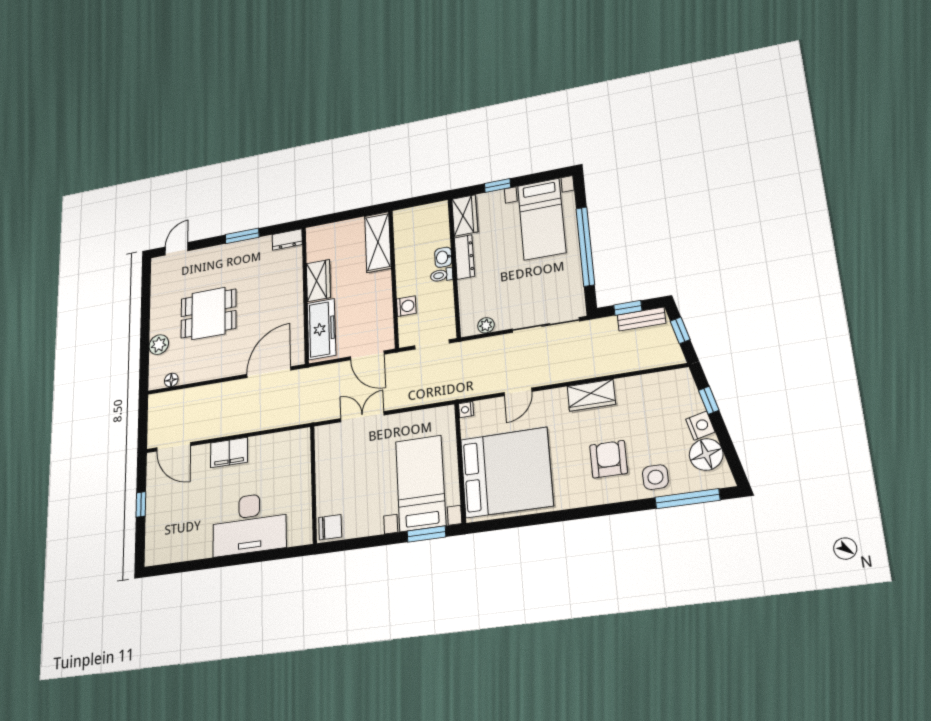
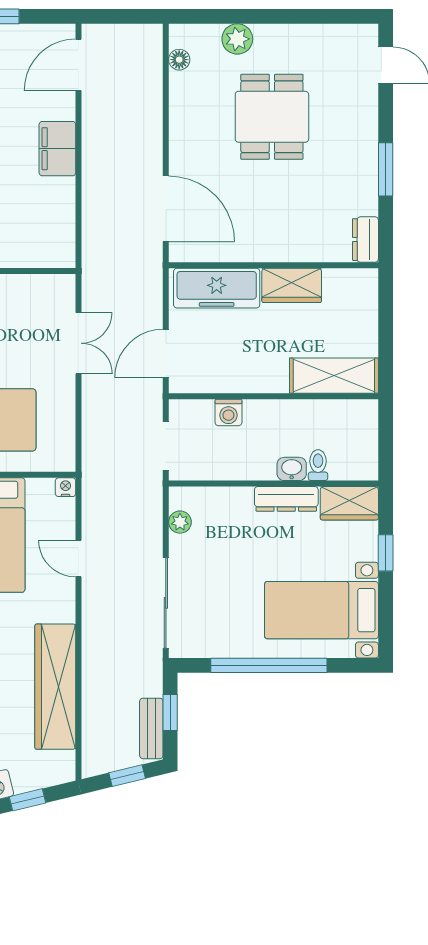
toilet: (442, 275) -> (318, 465), moved
wardrobe: (591, 395) -> (55, 687), width x2.10, depth x1.17

